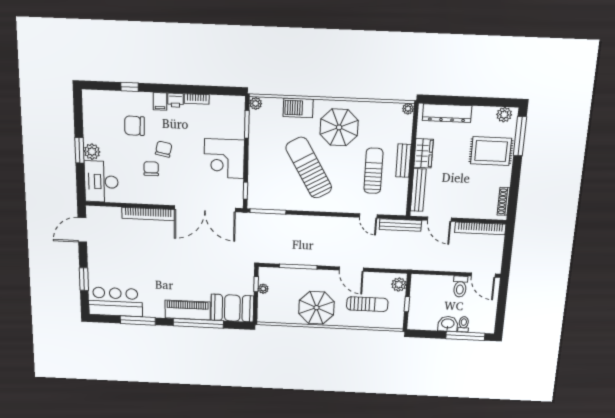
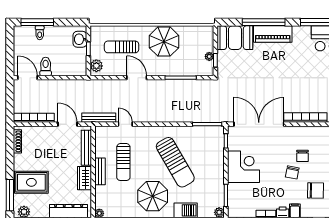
washbasin: (448, 324) -> (80, 39), moved, turned 90

